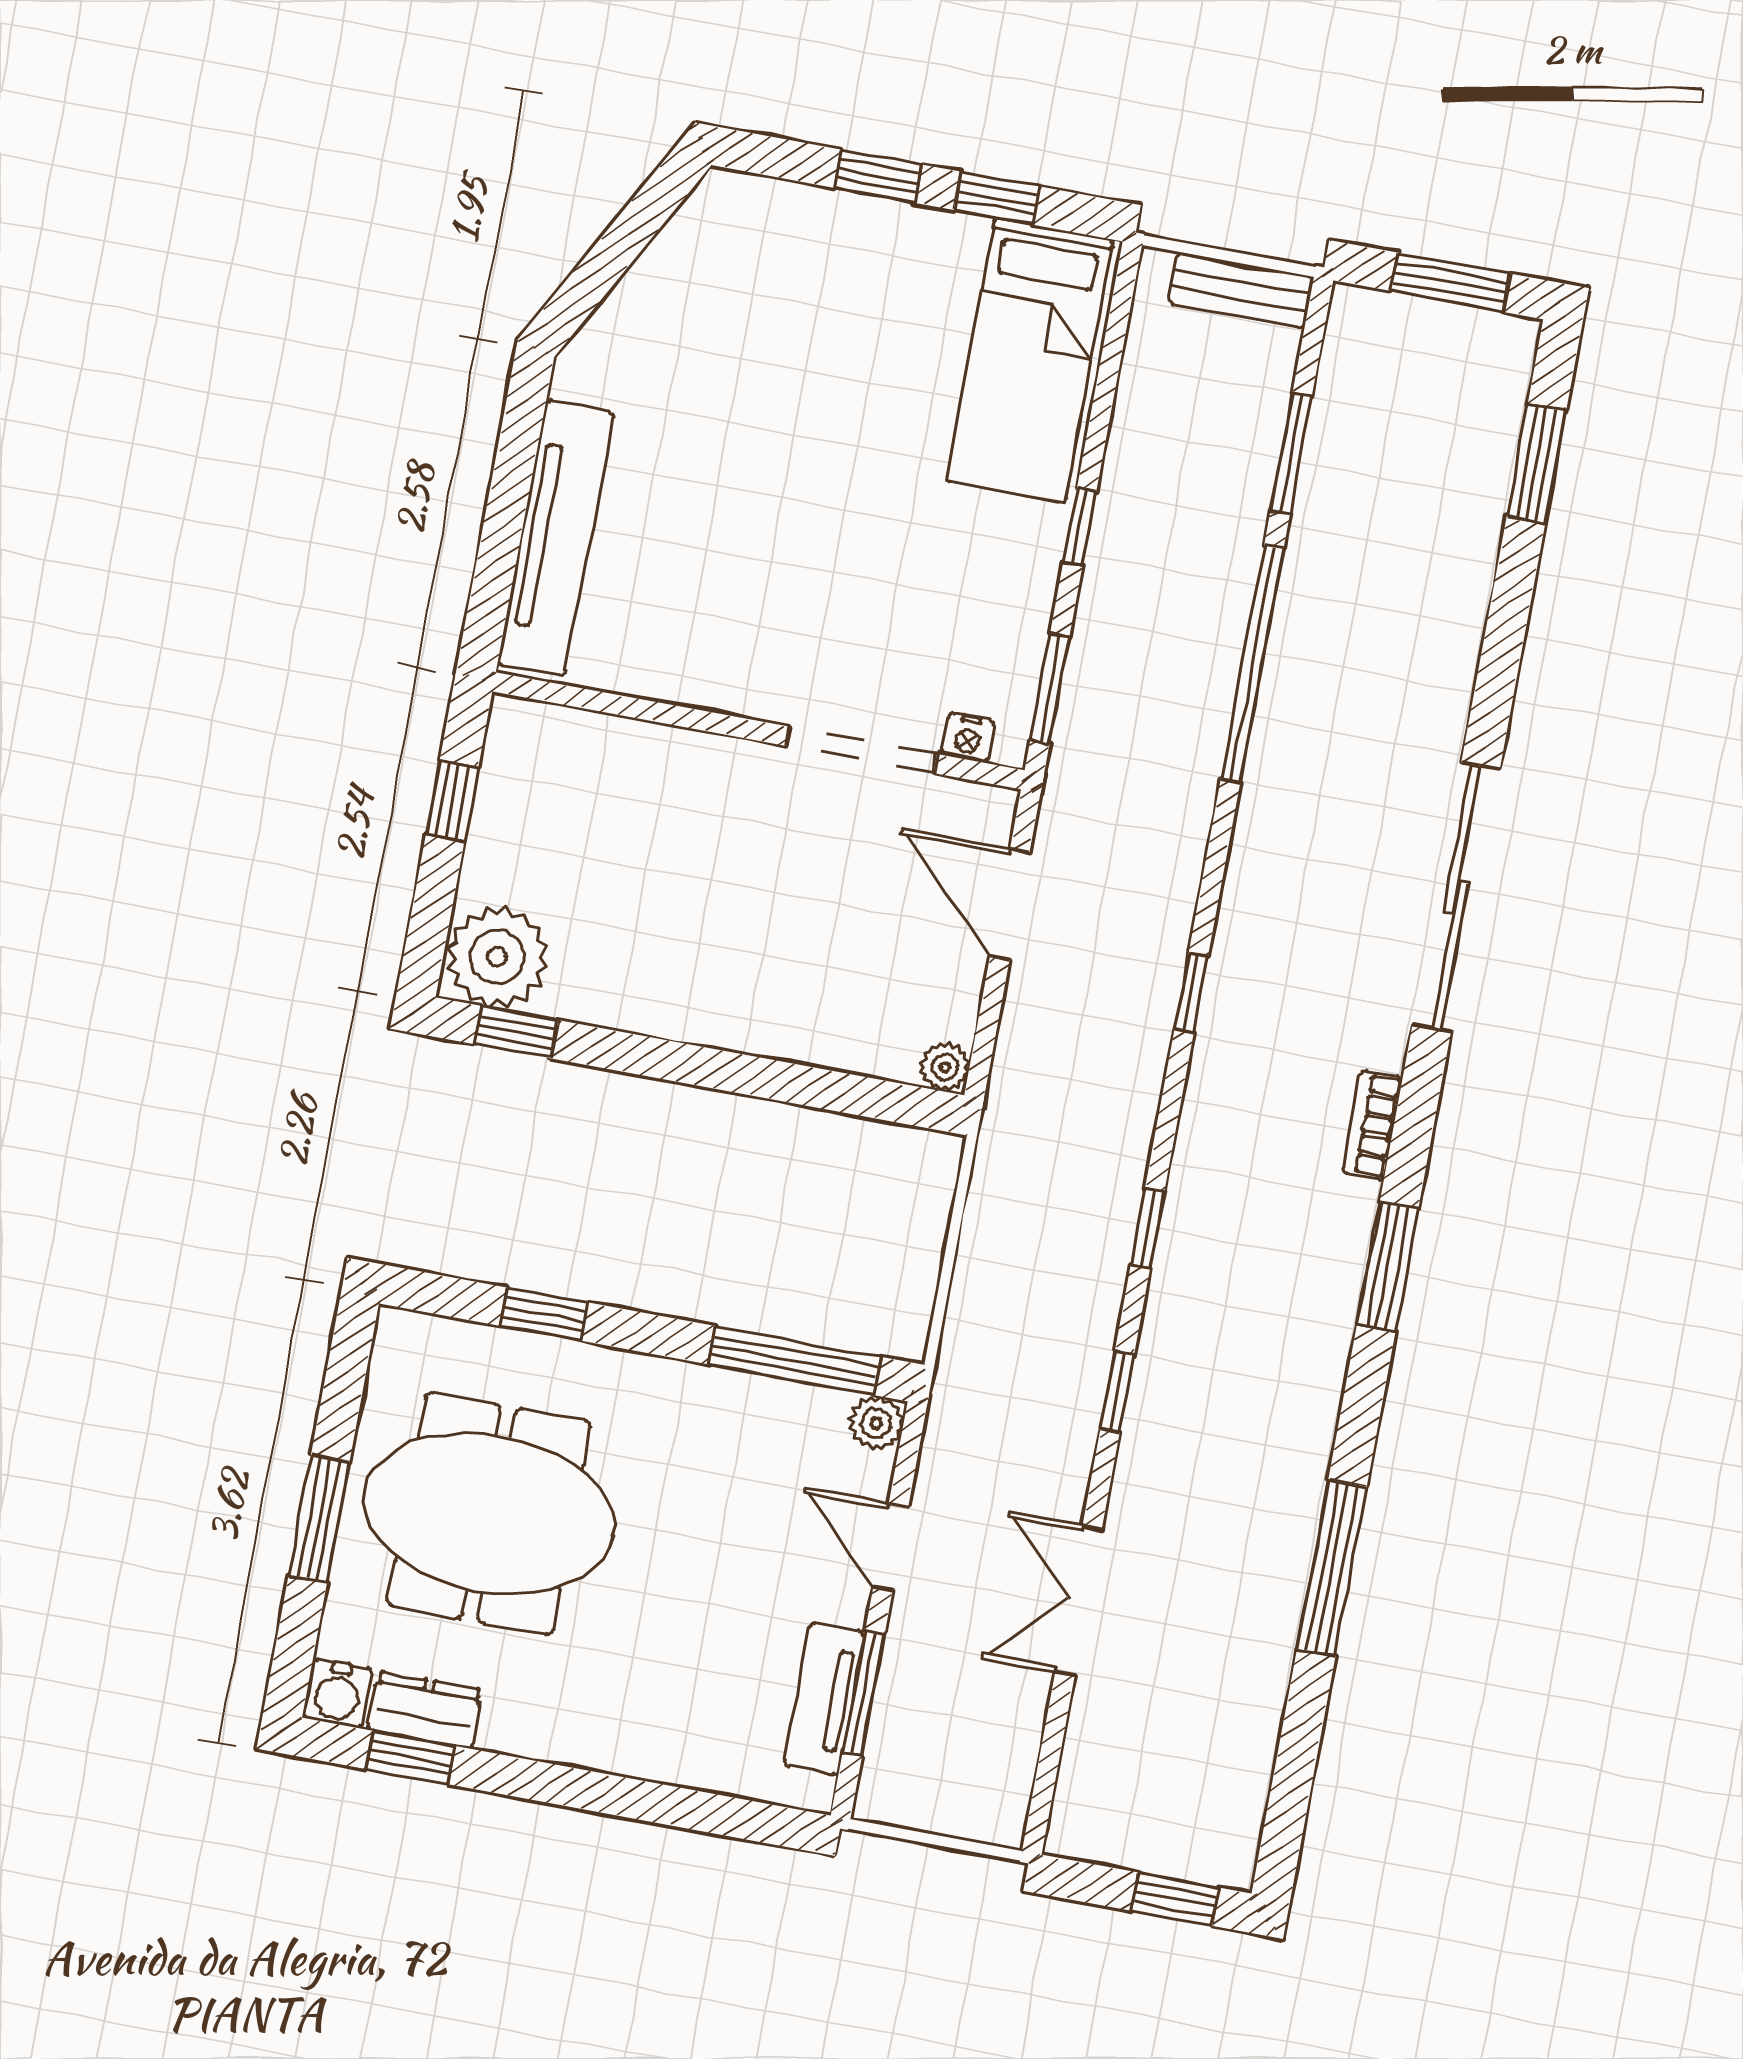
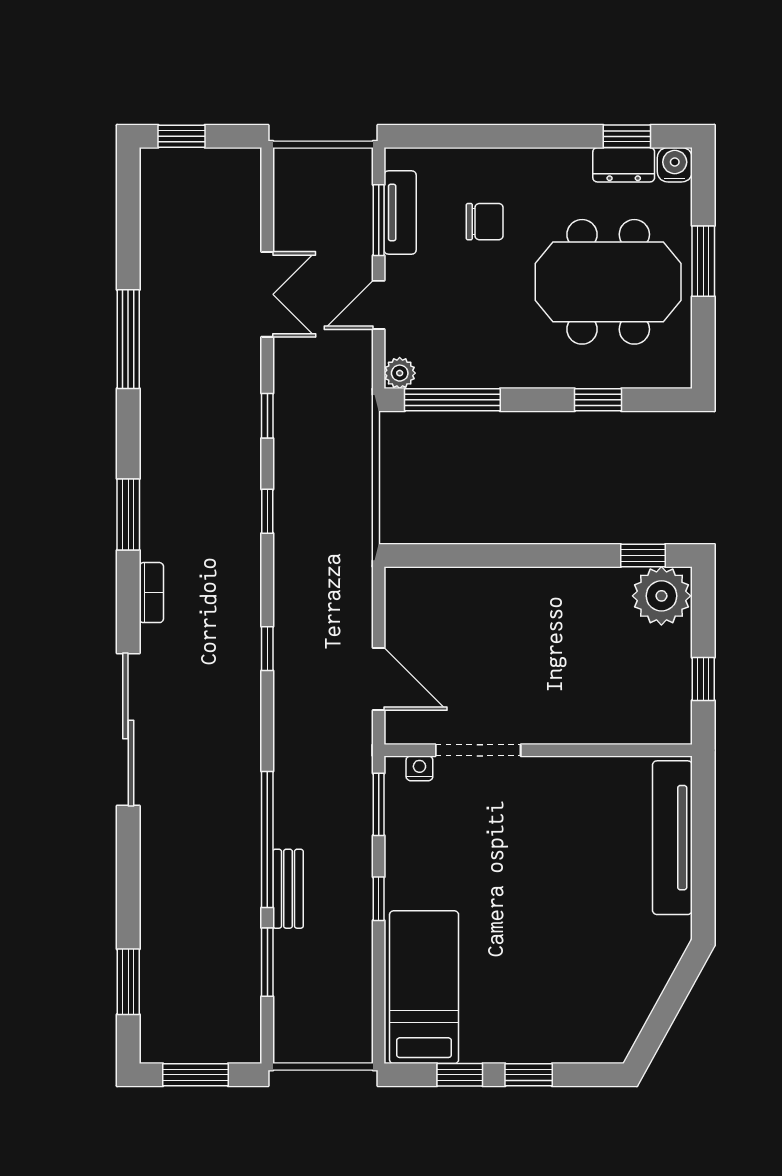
bench: (1241, 290) -> (288, 889), moved, turned 90
plant: (945, 1067) -> (398, 581), removed
door: (891, 1547) -> (379, 305), swing flipped
chair: (682, 1656) -> (485, 222), added

